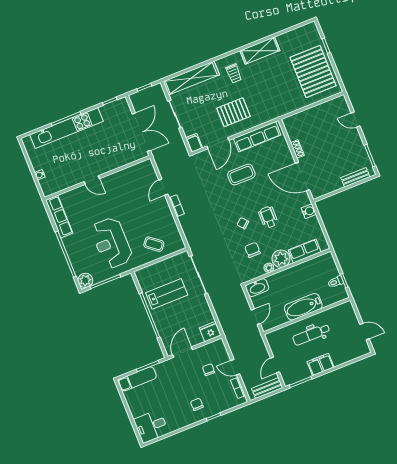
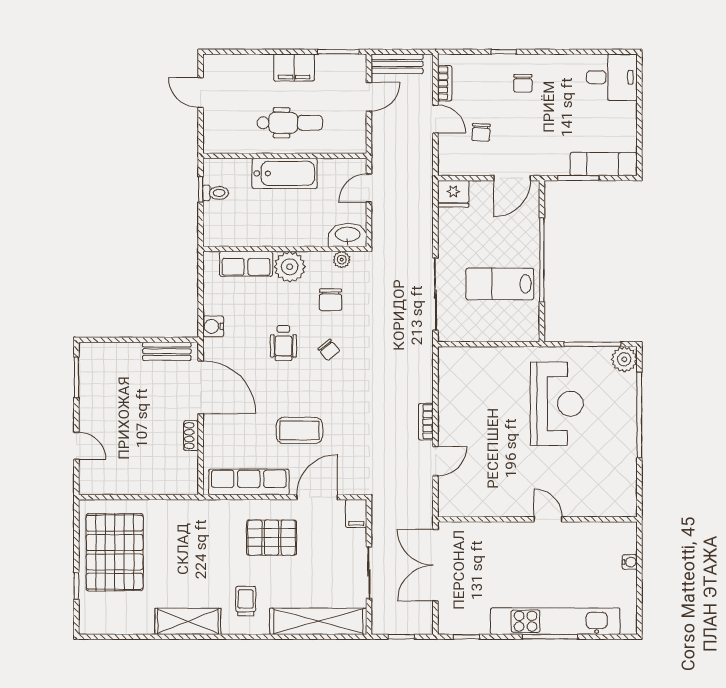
bench: (355, 177) -> (167, 351), moved
row of seats: (59, 217) -> (625, 481), removed
coffee table: (154, 244) -> (488, 374), removed
plant: (269, 268) -> (342, 260), moved

